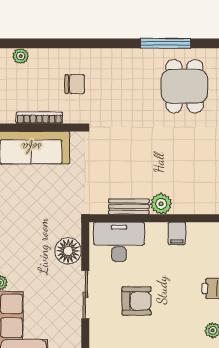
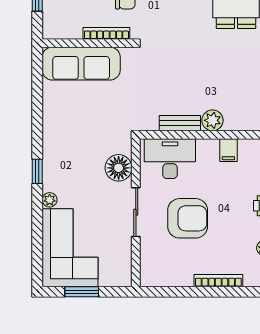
bookcase: (39, 118) -> (106, 33), moved
armchair: (137, 301) -> (188, 218), width x1.36, depth x1.36

